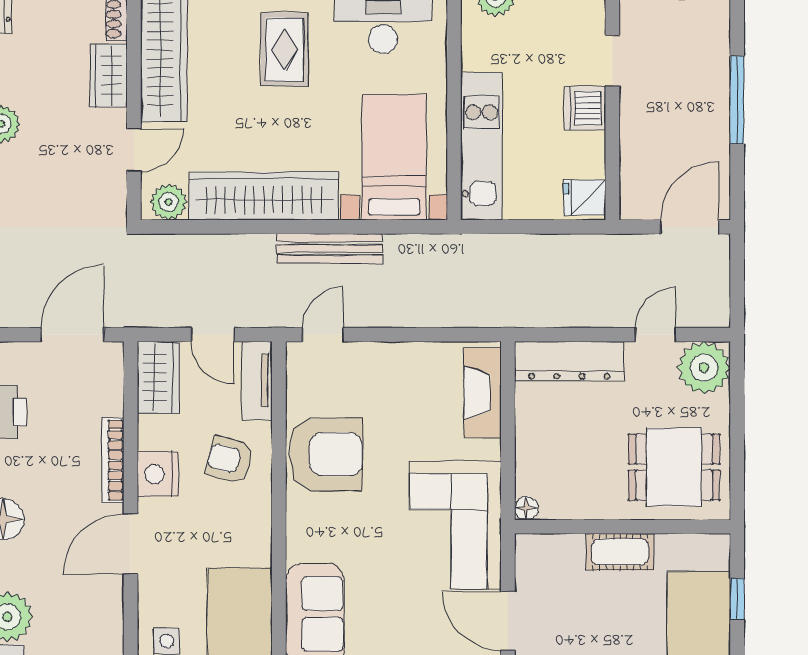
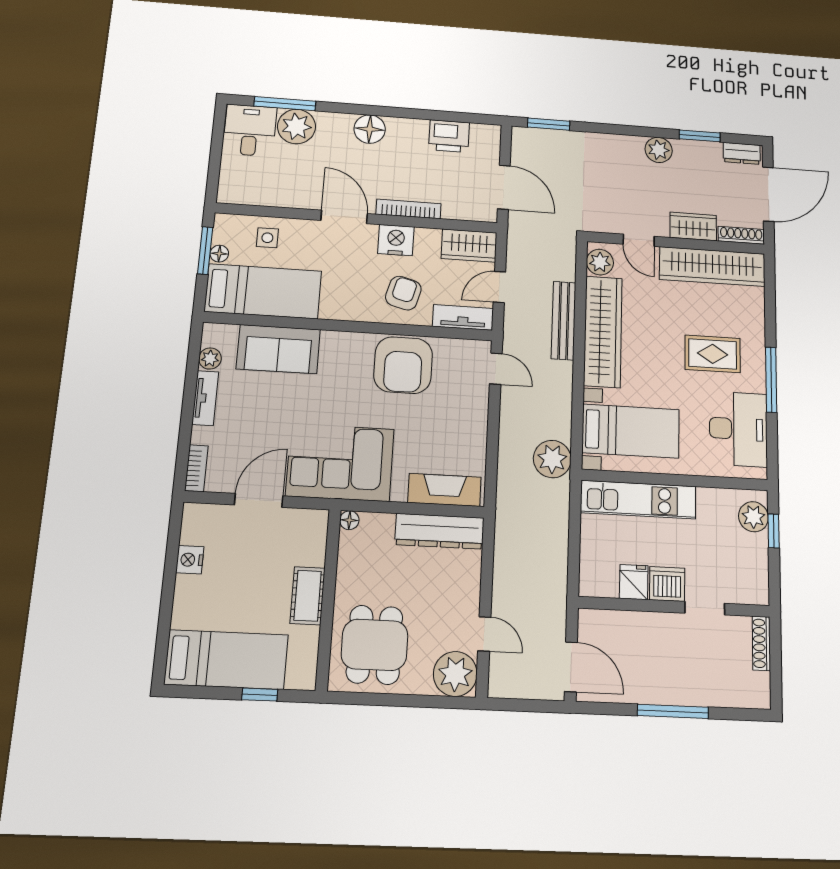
fridge: (585, 198) -> (634, 582), moved
bench: (330, 248) -> (564, 321), moved
plant: (436, 258) -> (552, 459), added
dresser: (569, 361) -> (440, 531), moved, turned -90

